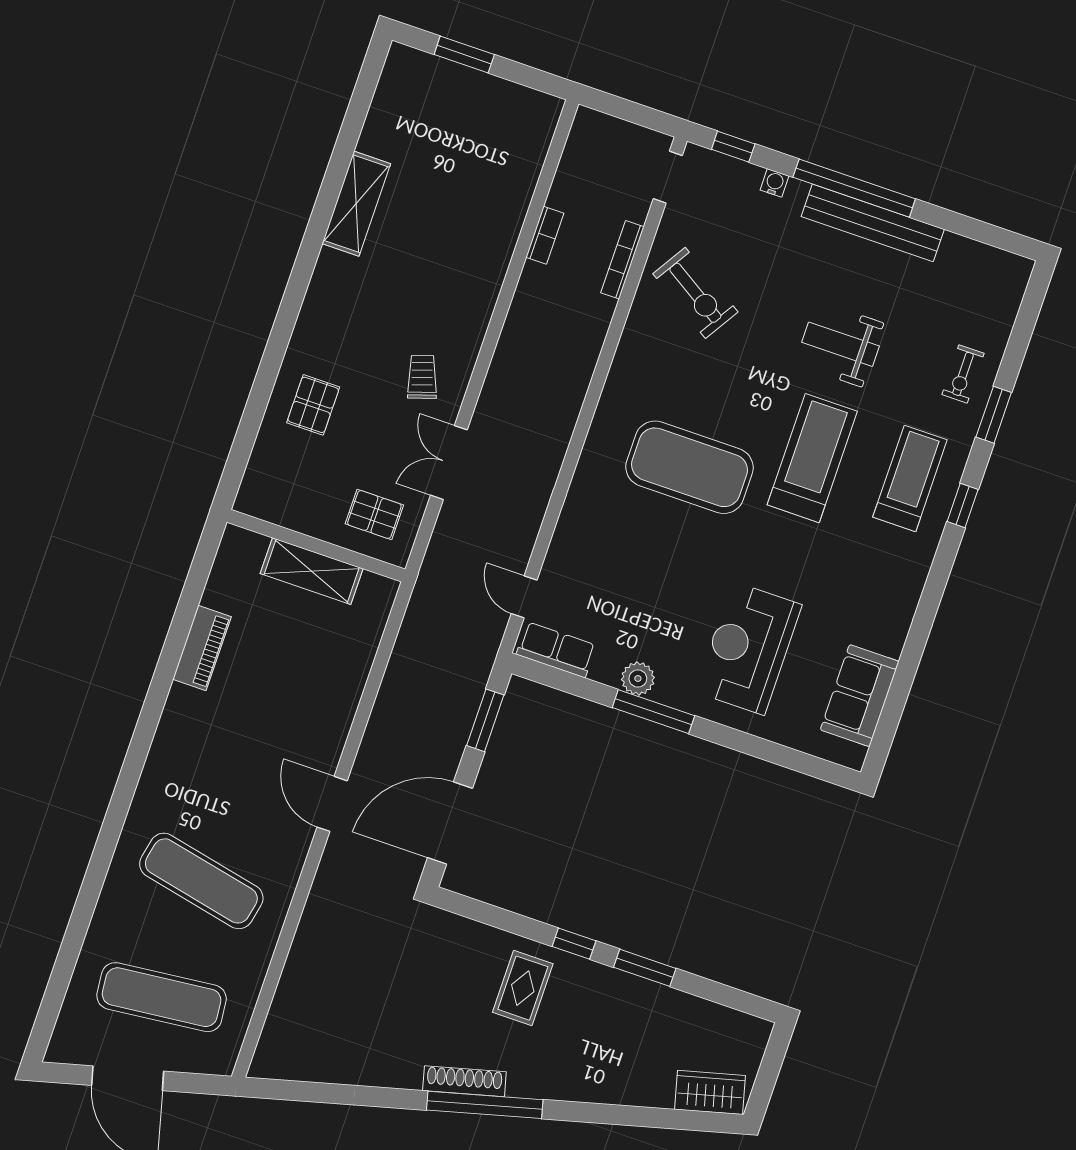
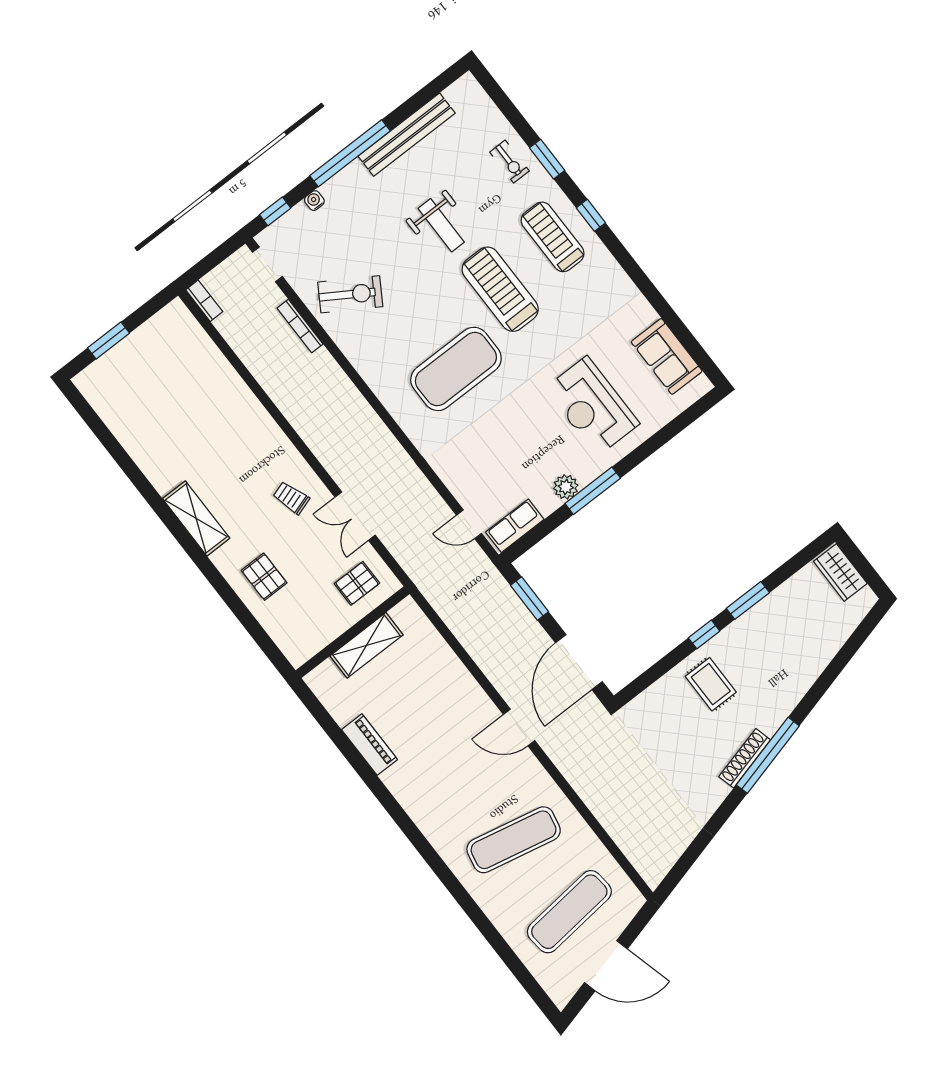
shelving: (356, 204) -> (196, 518), moved
bench: (873, 223) -> (407, 135), moved
bookcase: (545, 235) -> (204, 301), moved
weight bench: (840, 344) -> (441, 225), turned -90
wardrobe: (710, 1092) -> (840, 572), moved, turned -75

